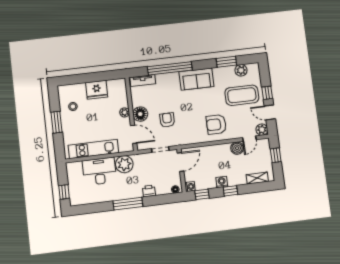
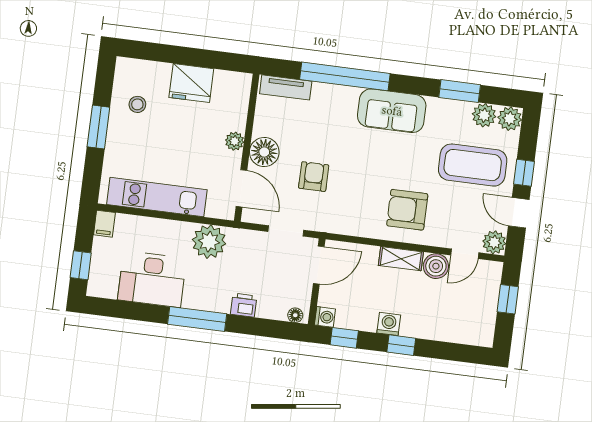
plant: (254, 69) -> (510, 119), added
filing cabinet: (71, 168) -> (104, 224), added
desk: (99, 171) -> (152, 279), moved, turned 180
shelving: (257, 178) -> (401, 259), moved

